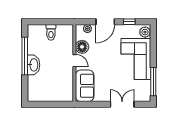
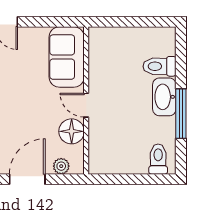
toilet: (51, 32) -> (158, 159), moved
window: (25, 56) -> (181, 114), width x0.68
toilet: (36, 81) -> (159, 66), added

